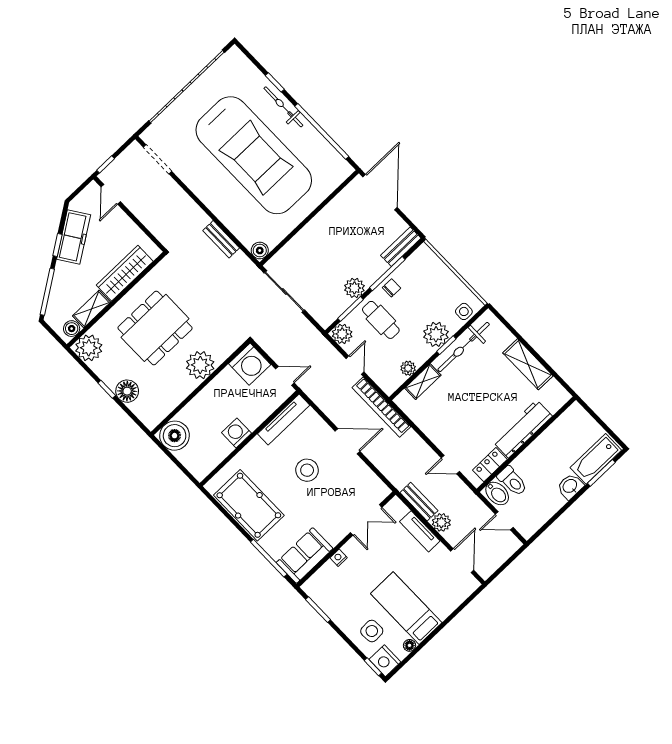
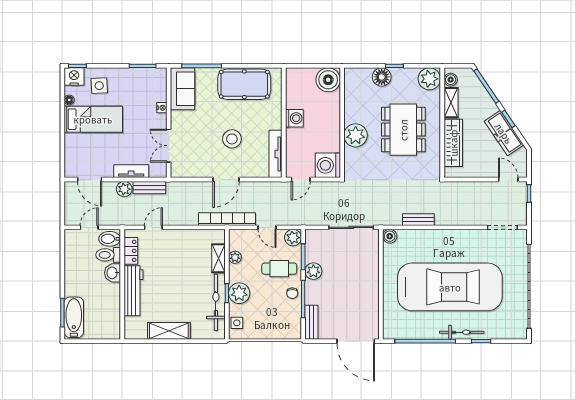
car: (254, 155) -> (450, 287), turned 180
washbasin: (570, 486) -> (113, 273), moved, turned 180

